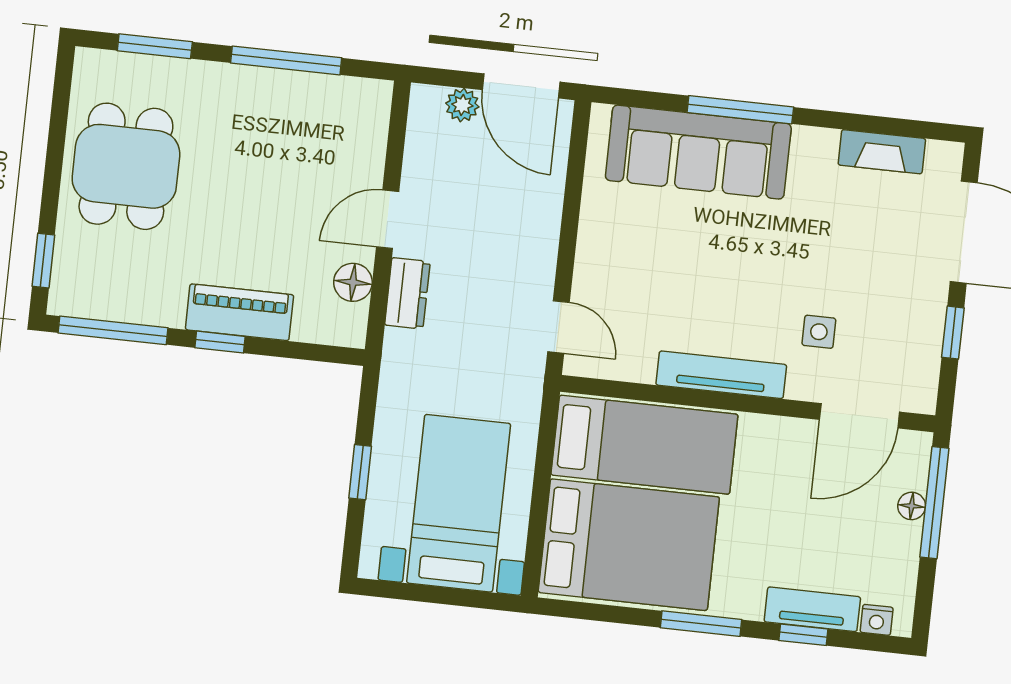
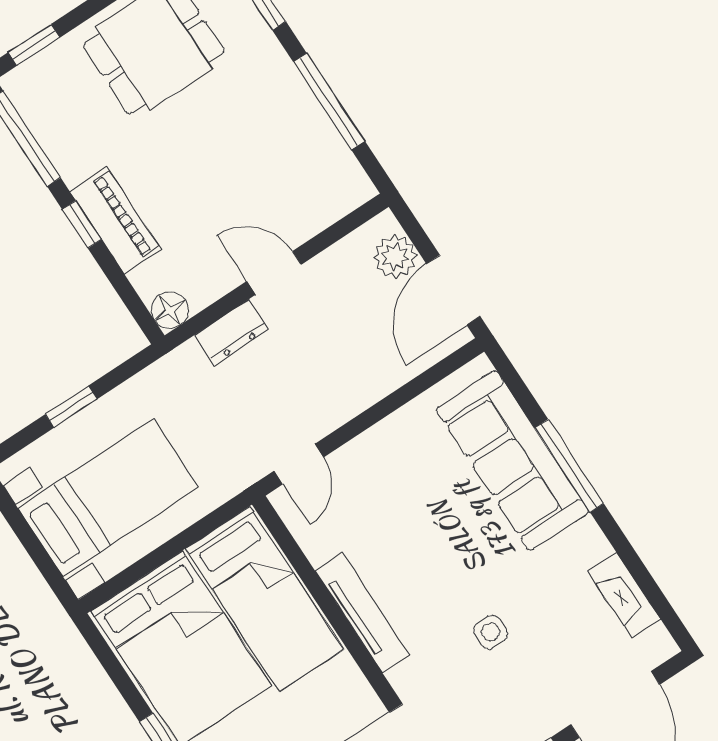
plant: (462, 105) -> (395, 257), width x1.38, depth x1.38
floor lamp: (353, 282) -> (170, 310), moved
side table: (819, 332) -> (491, 632), moved

